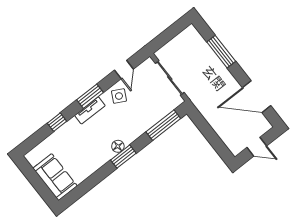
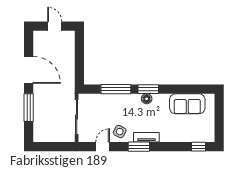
door: (257, 97) -> (29, 70), moved
window: (57, 122) -> (198, 147), moved
window: (163, 125) -> (116, 89), moved
sofa: (55, 177) -> (187, 104), moved, turned -90

